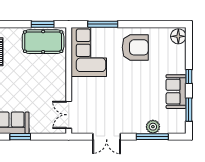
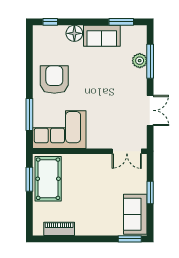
floor lamp: (178, 36) -> (74, 33), moved
window: (189, 76) -> (50, 22), moved
window: (20, 137) -> (150, 193), moved

